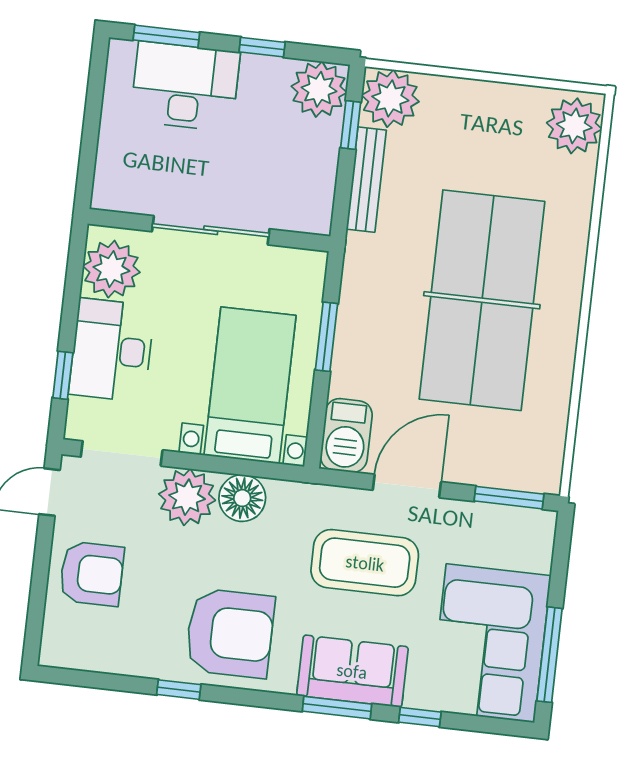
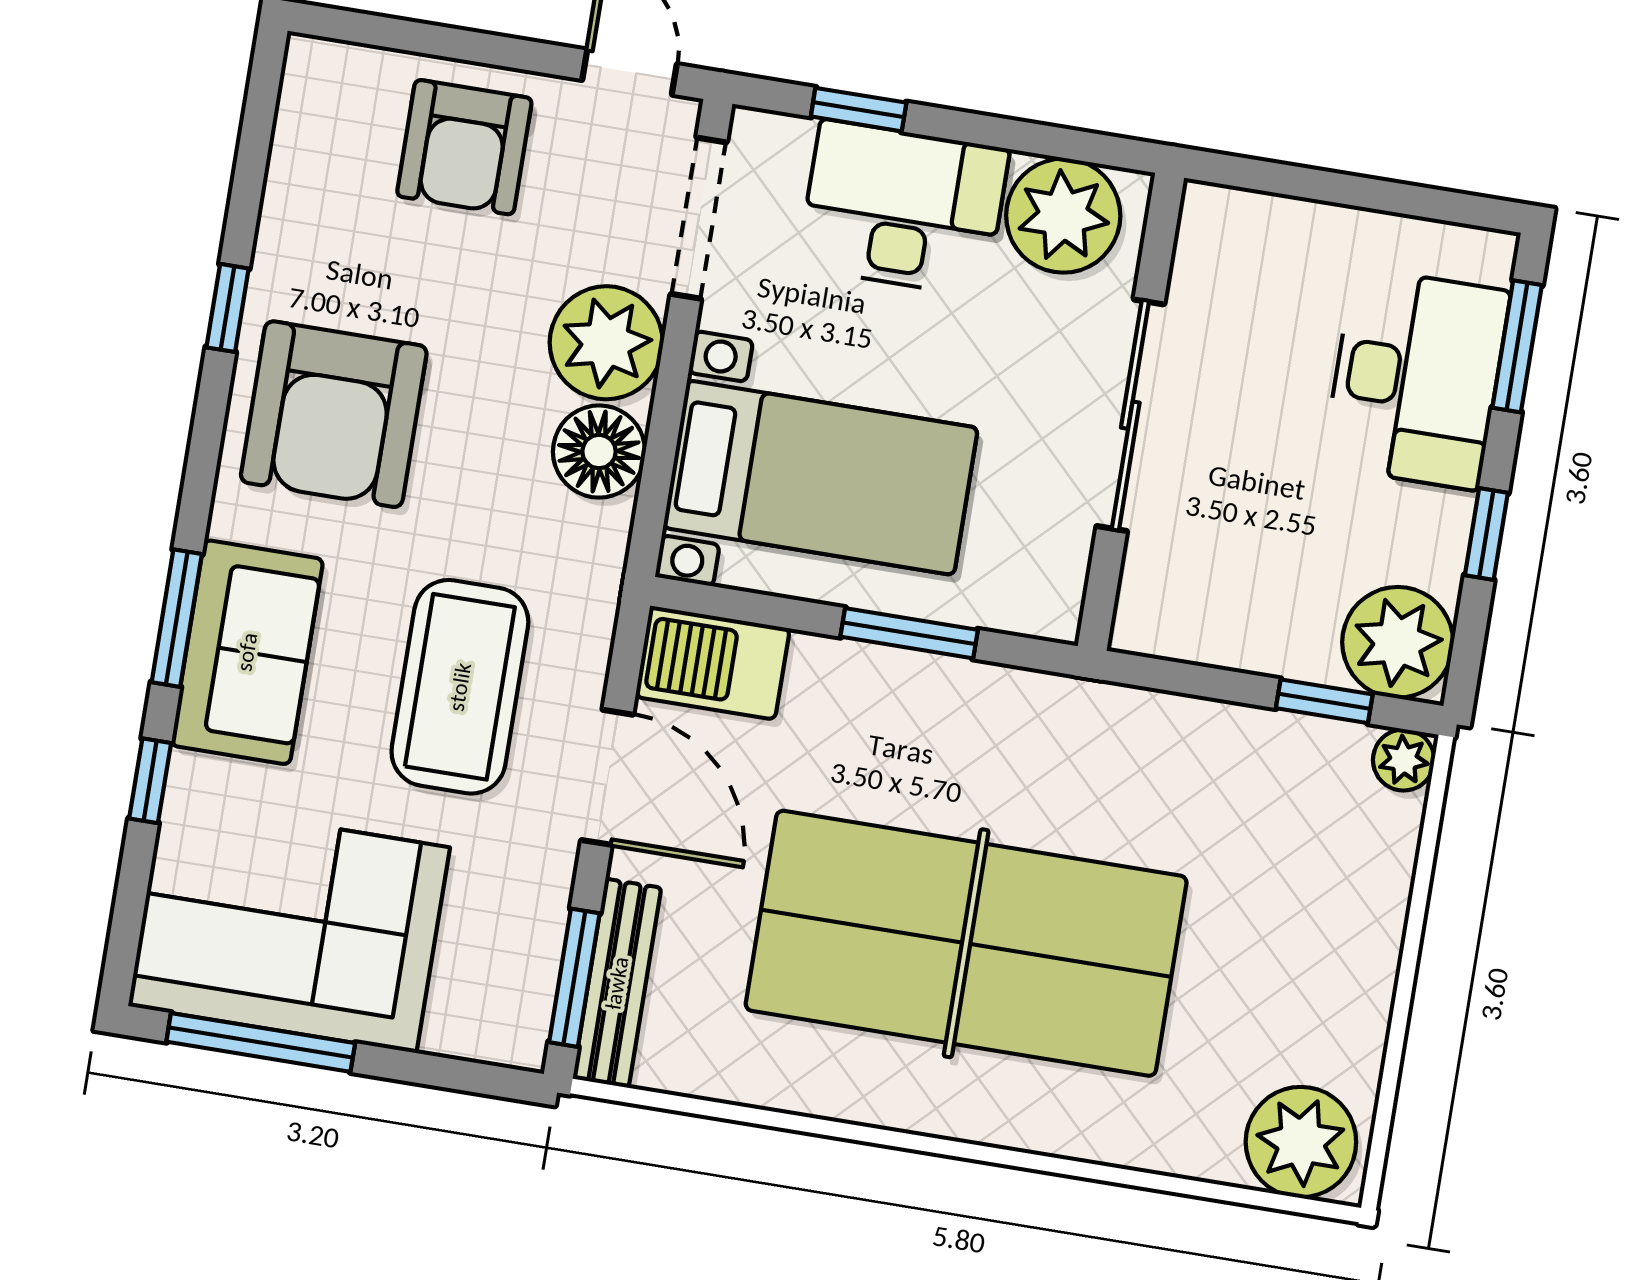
plant: (390, 98) -> (1404, 760), width x0.53, depth x0.53
bench: (366, 180) -> (617, 983), moved, turned 90

